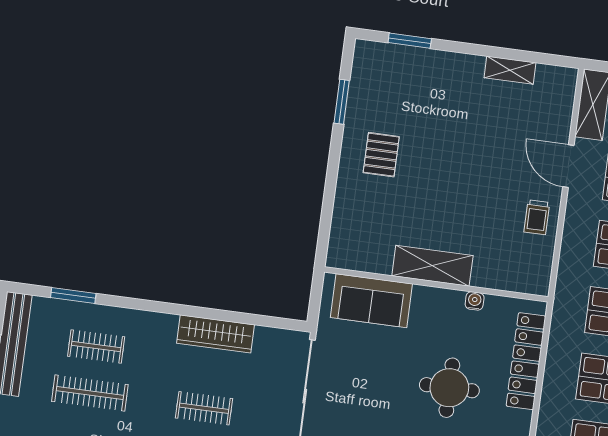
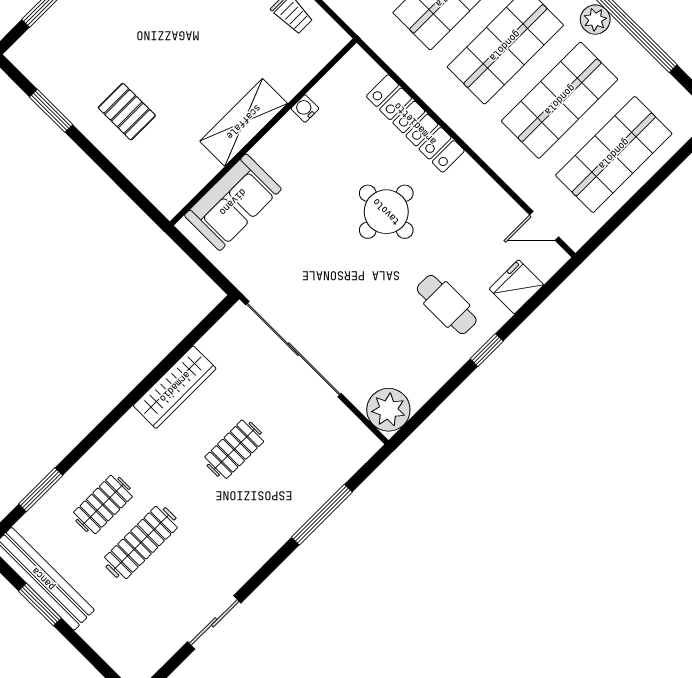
shelving: (432, 266) -> (244, 122), moved
wall: (436, 284) -> (263, 132), moved
sofa: (371, 301) -> (233, 202), moved
water cooler: (475, 301) -> (305, 109), moved

